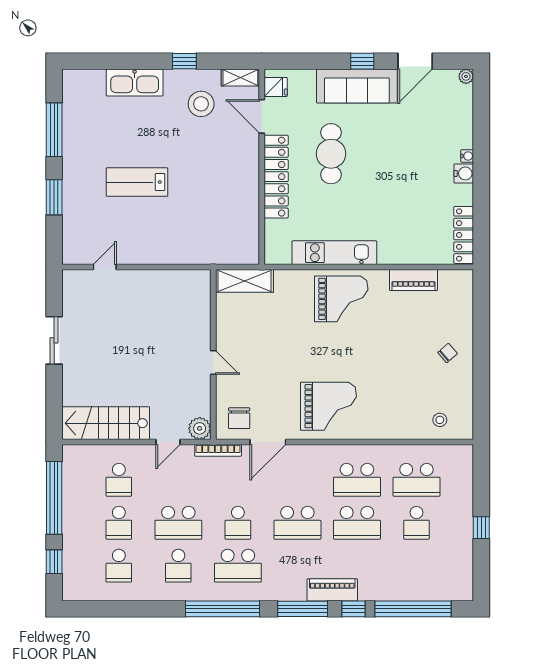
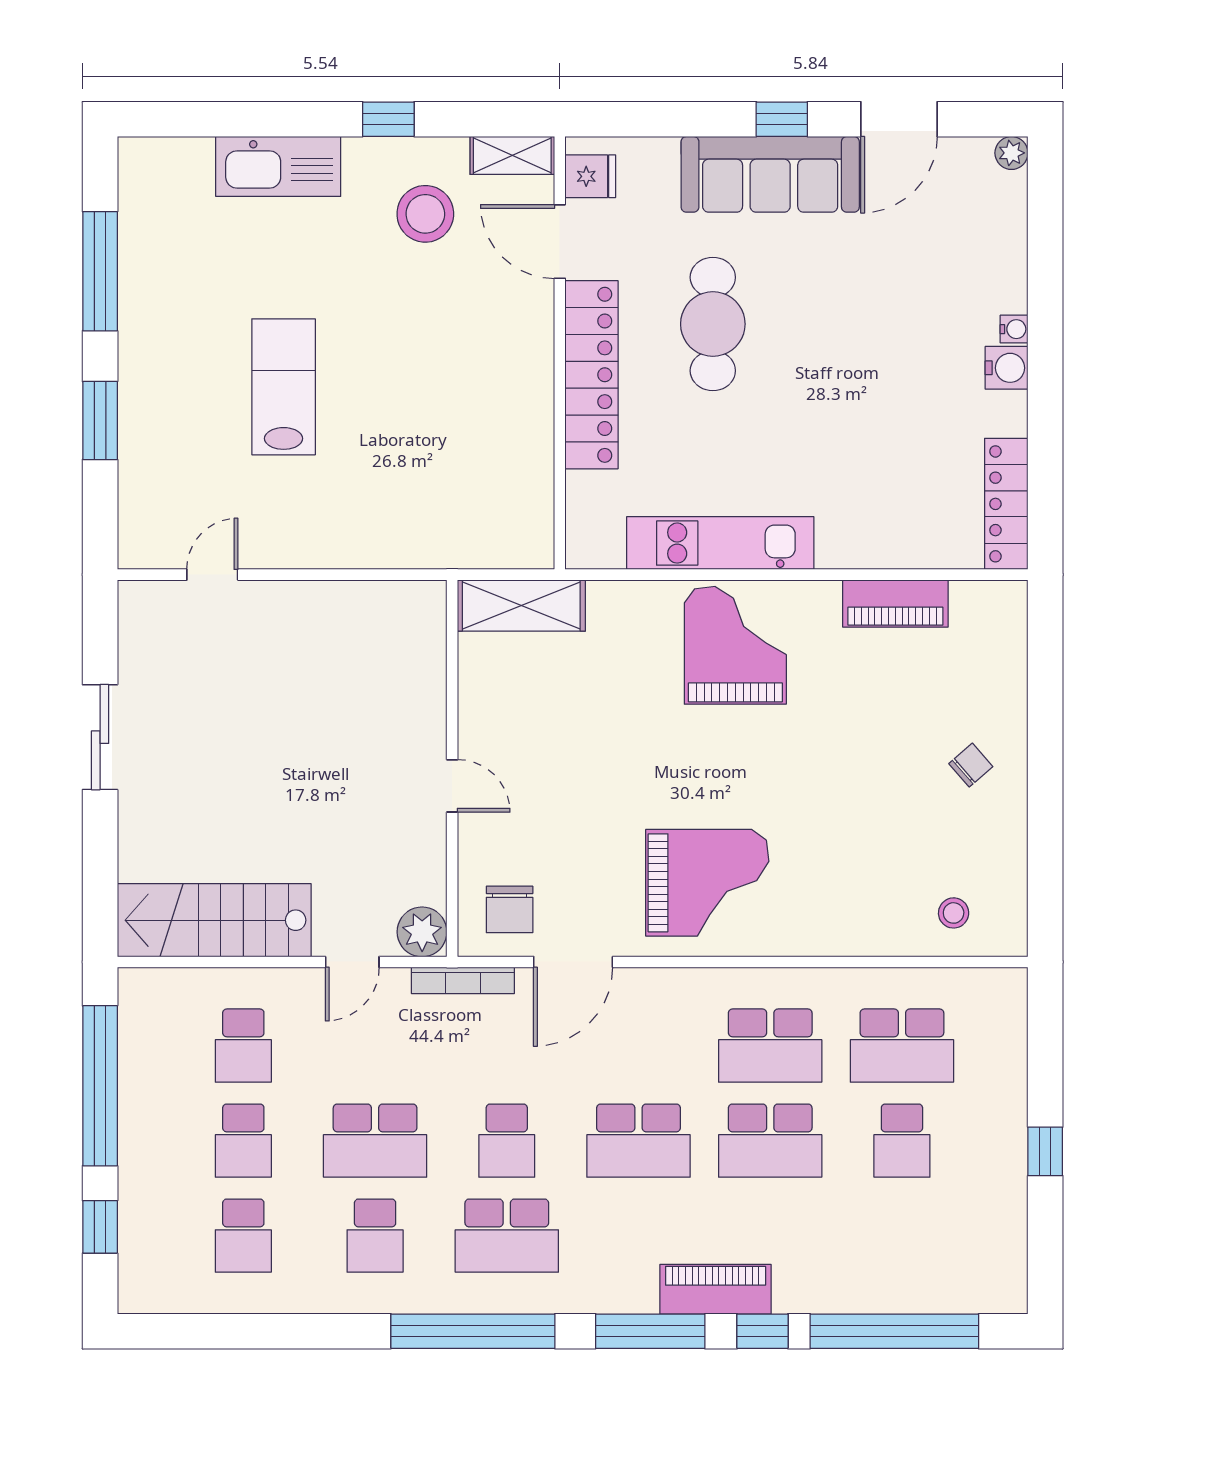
lab bench: (137, 182) -> (284, 387), turned 90
grand piano: (341, 299) -> (735, 645), turned -90

